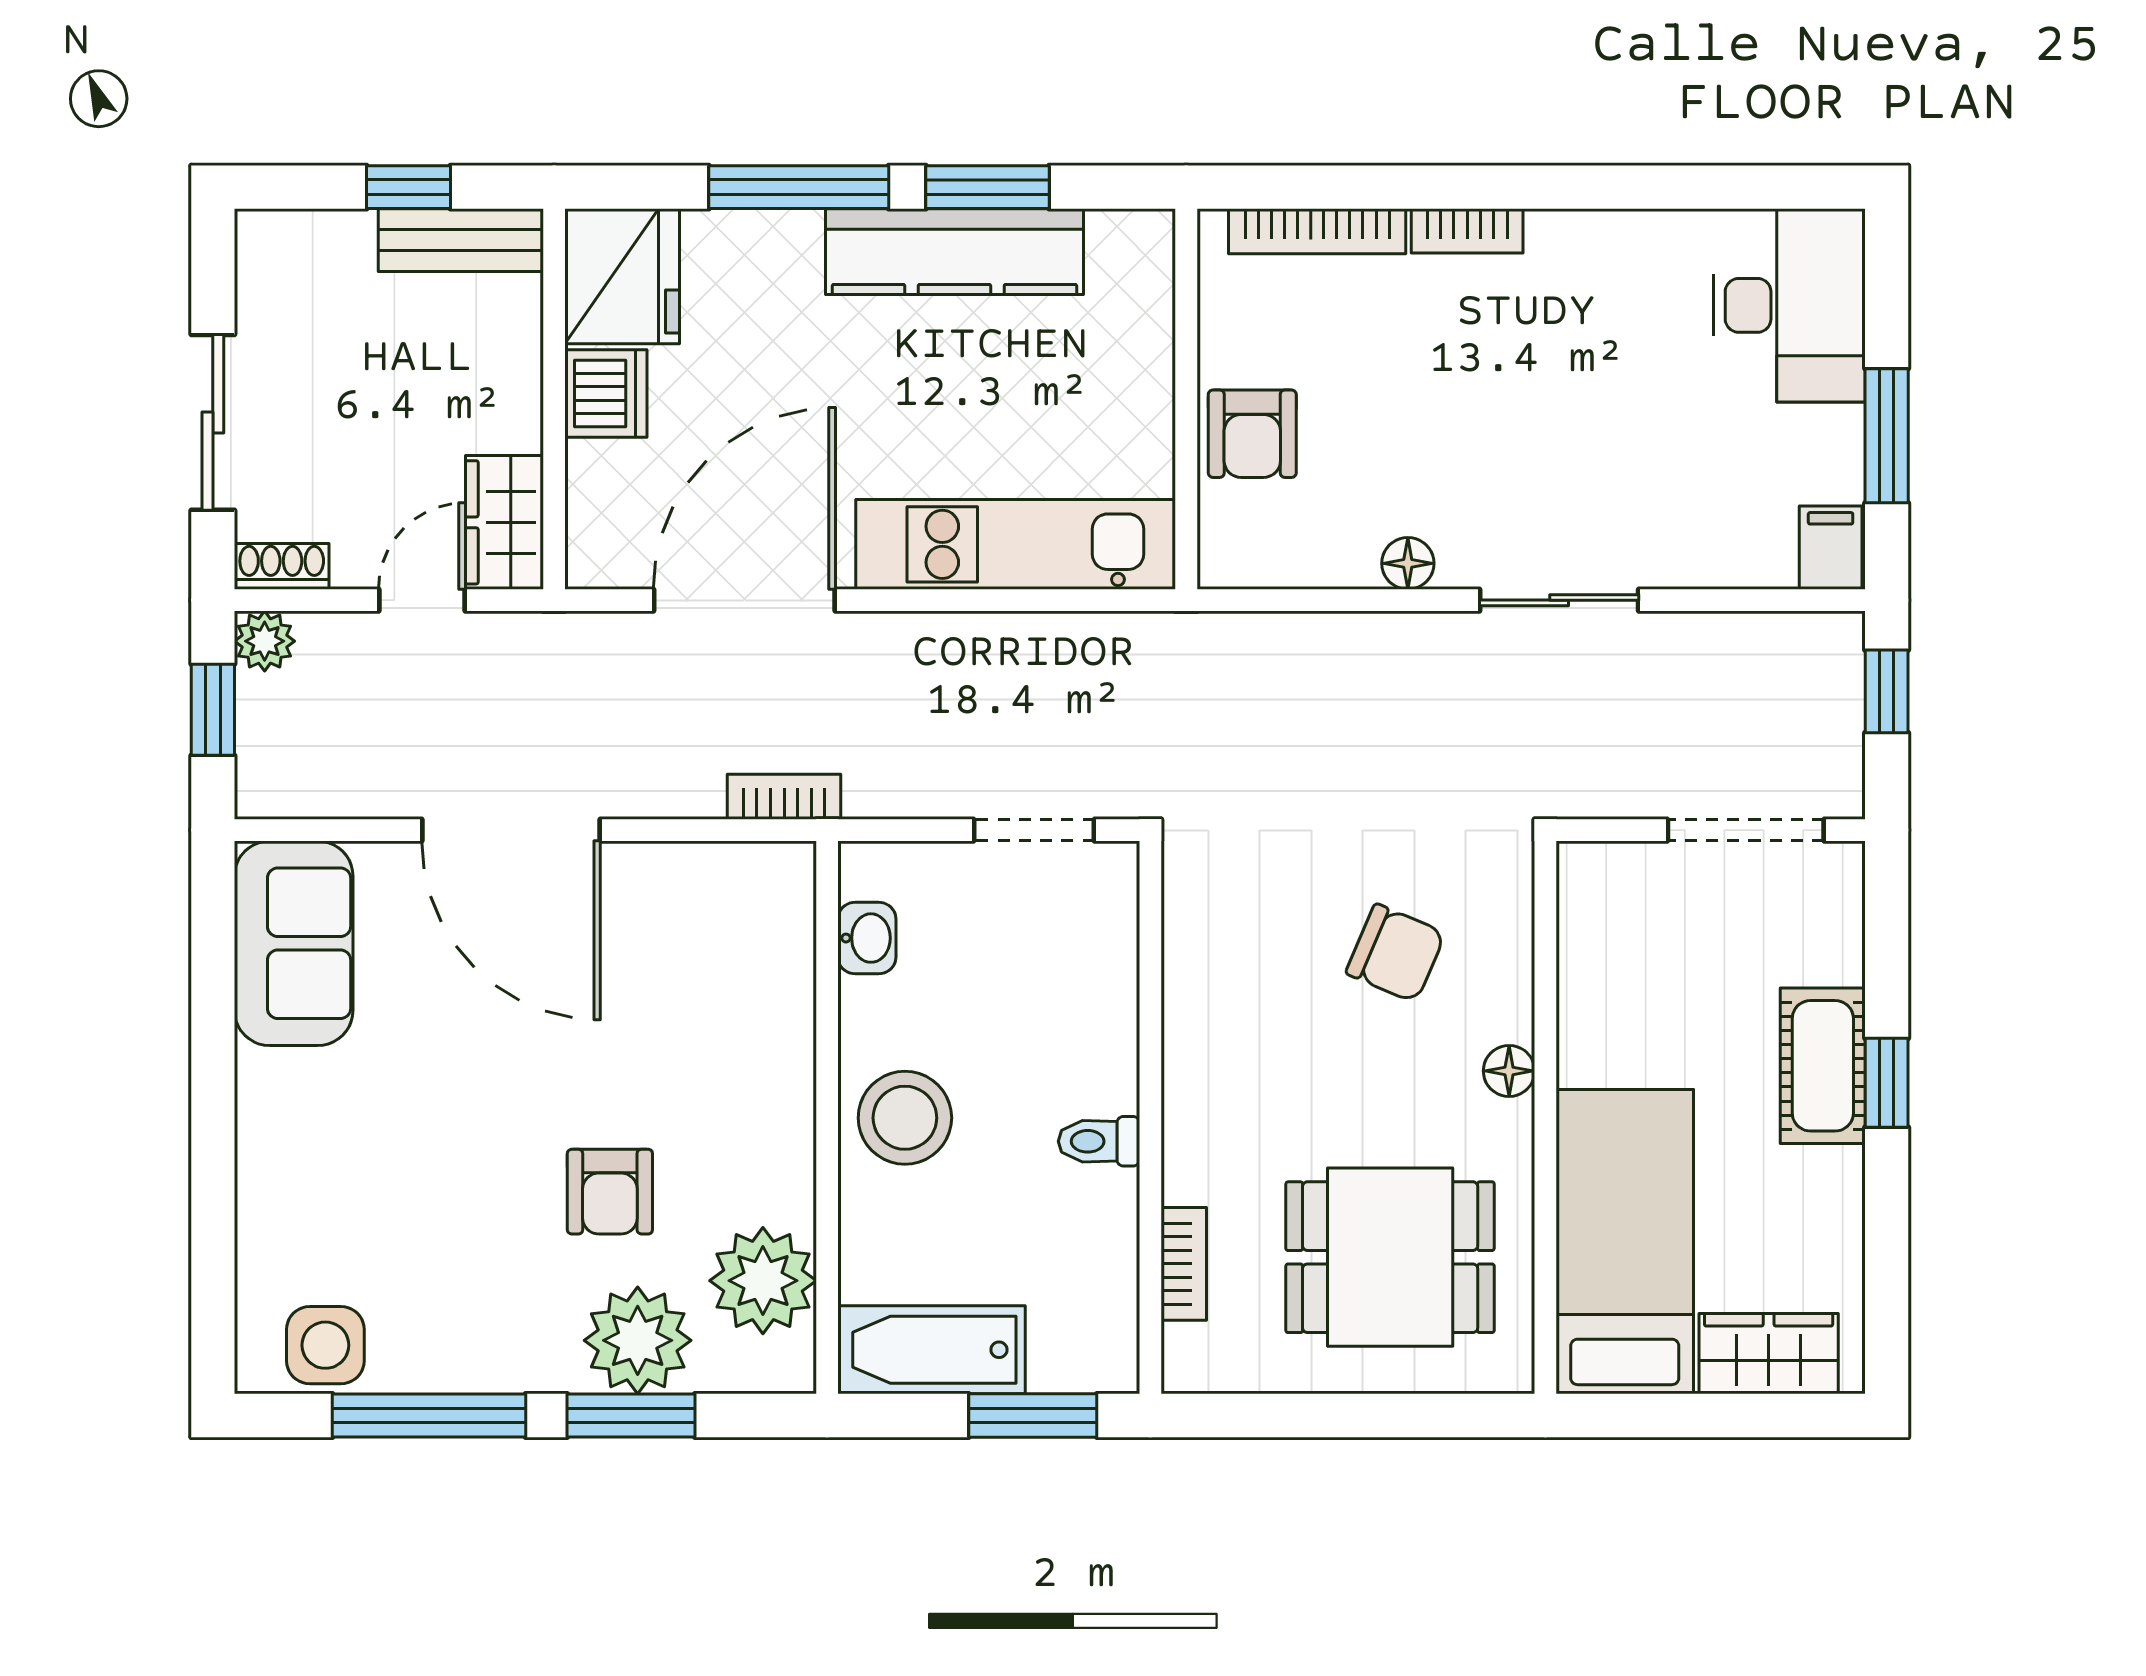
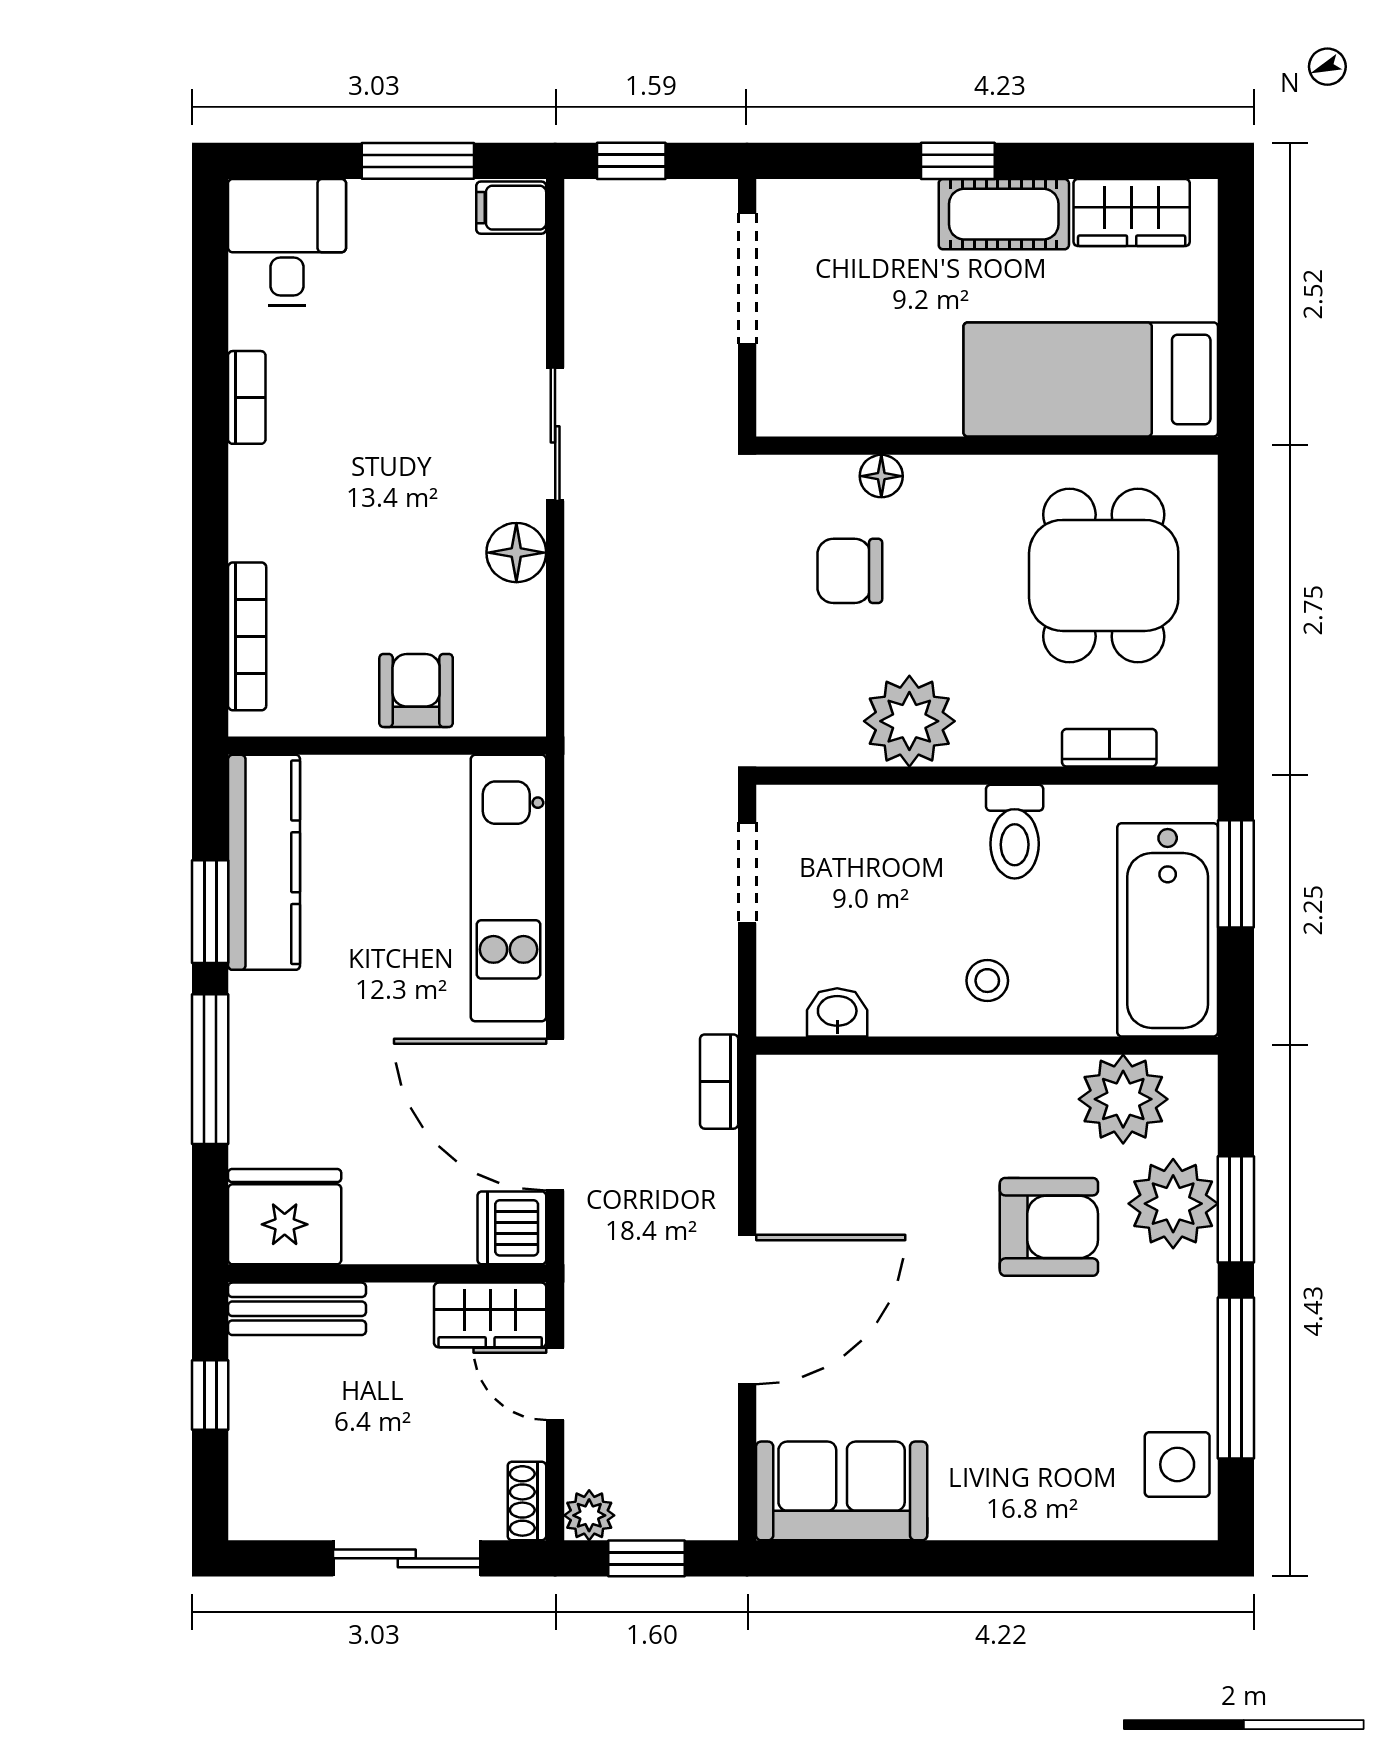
bookcase: (1467, 231) -> (247, 397), moved
bench: (461, 240) -> (297, 1309), moved, turned 90
kitchen counter: (954, 252) -> (264, 862), moved
desk: (1789, 305) -> (287, 242), width x0.73
dishwasher: (606, 394) -> (512, 1228), moved, turned -90
armchair: (1252, 434) -> (416, 691), turned -90
floor lamp: (1408, 563) -> (516, 553), width x1.37, depth x1.37
chair: (1396, 953) -> (850, 571), turned -113
plant: (1216, 1024) -> (909, 721), added
cot: (1823, 1066) -> (1004, 214), moved
floor lamp: (1509, 1071) -> (881, 476), moved
stool: (905, 1118) -> (987, 981), width x0.53, depth x0.53
toilet: (1099, 1141) -> (1015, 832), width x1.37, depth x1.39
armchair: (610, 1192) -> (1049, 1227), width x1.38, depth x1.38
bathtub: (932, 1350) -> (1168, 930), width x1.36, depth x1.36
wardrobe: (1769, 1354) -> (1132, 212), moved, turned -90

